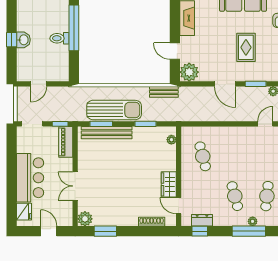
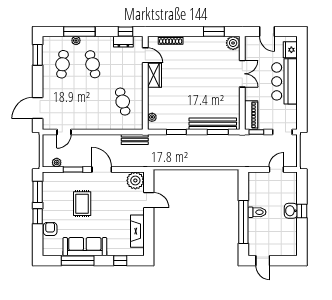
bench: (164, 92) -> (135, 139), moved
sun lounger: (114, 110) -> (206, 145), removed

